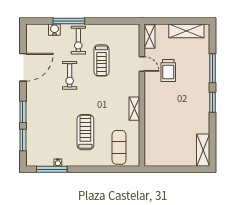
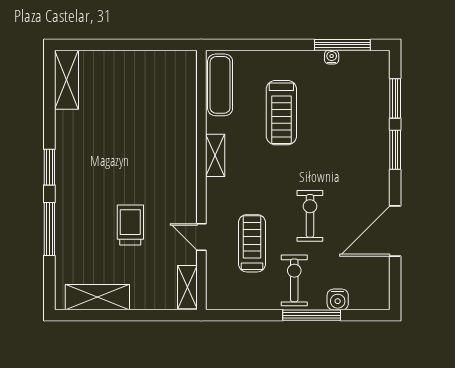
shelving: (150, 36) -> (187, 287), moved
door: (142, 64) -> (201, 237), moved
wall: (142, 95) -> (201, 180), moved
shelving: (134, 109) -> (215, 155), moved

